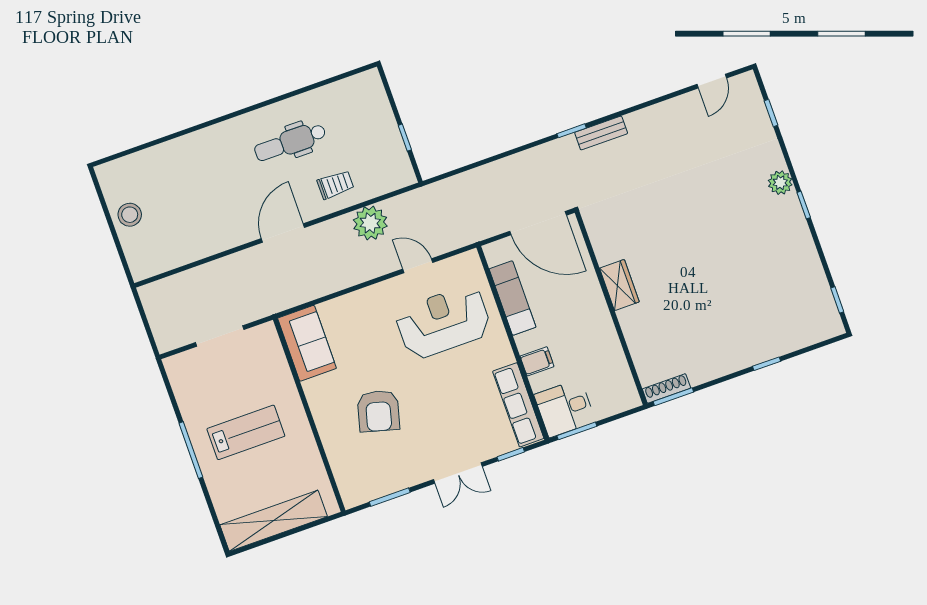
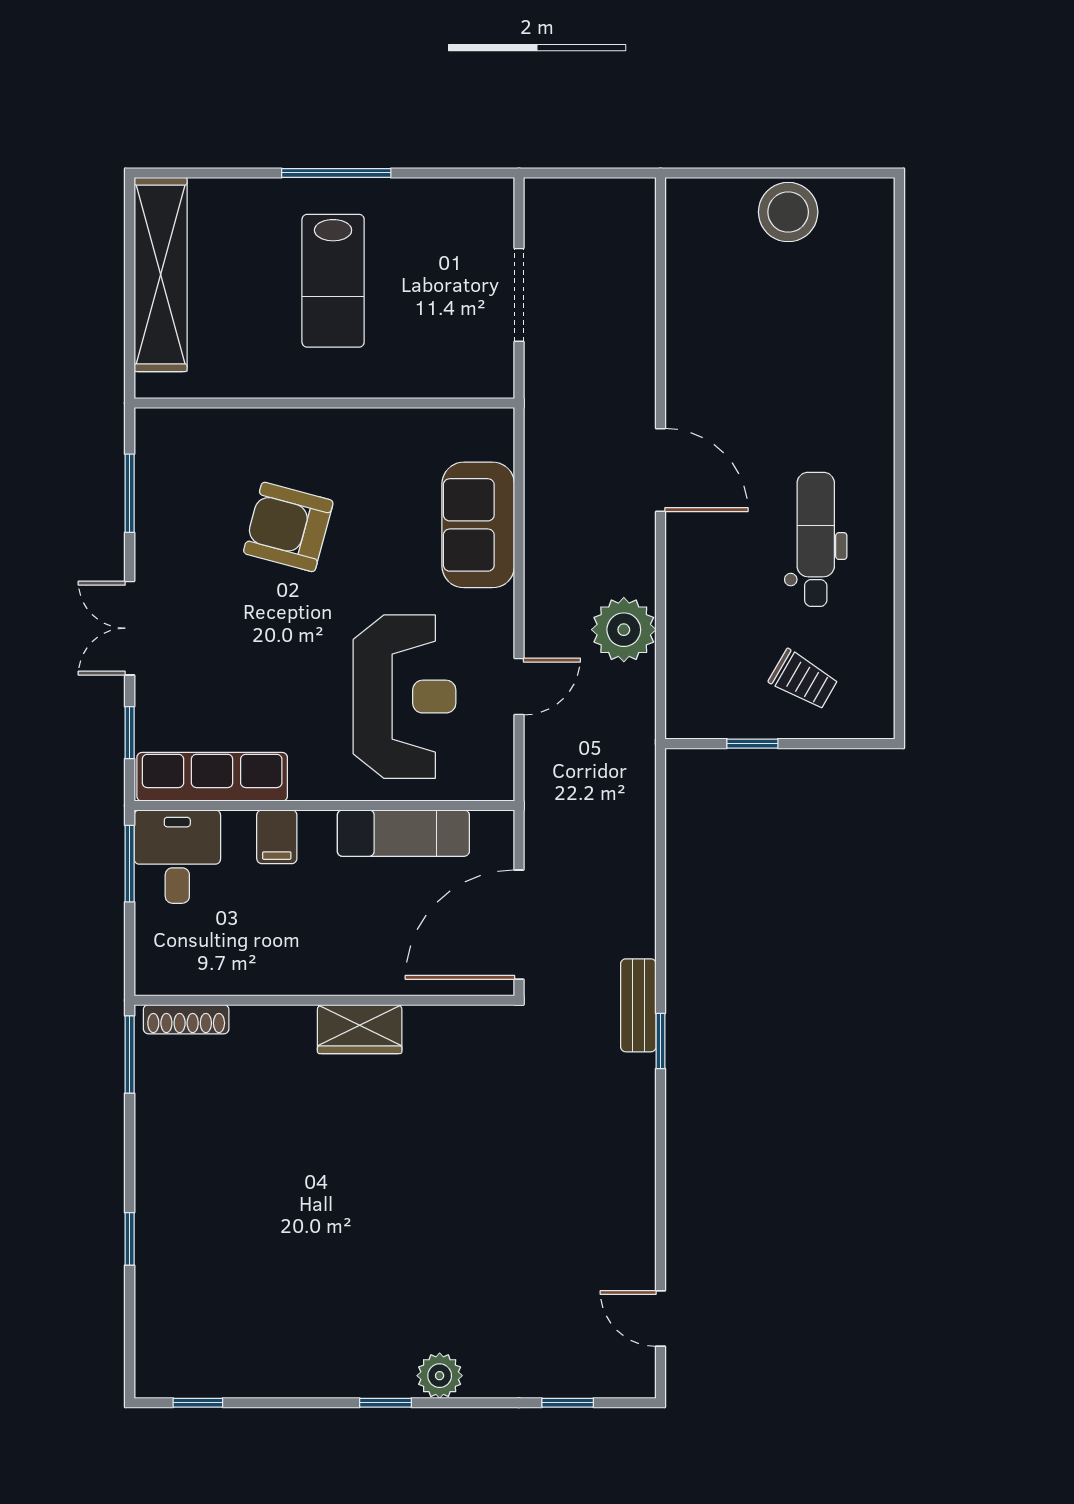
bench: (601, 133) -> (638, 1005), moved
trolley: (335, 185) -> (803, 680), moved, turned -60
stool: (130, 215) -> (788, 212), width x1.38, depth x1.38
sofa: (307, 343) -> (478, 525), moved, turned 90
shoe rack: (666, 388) -> (186, 1019), moved, turned 90

